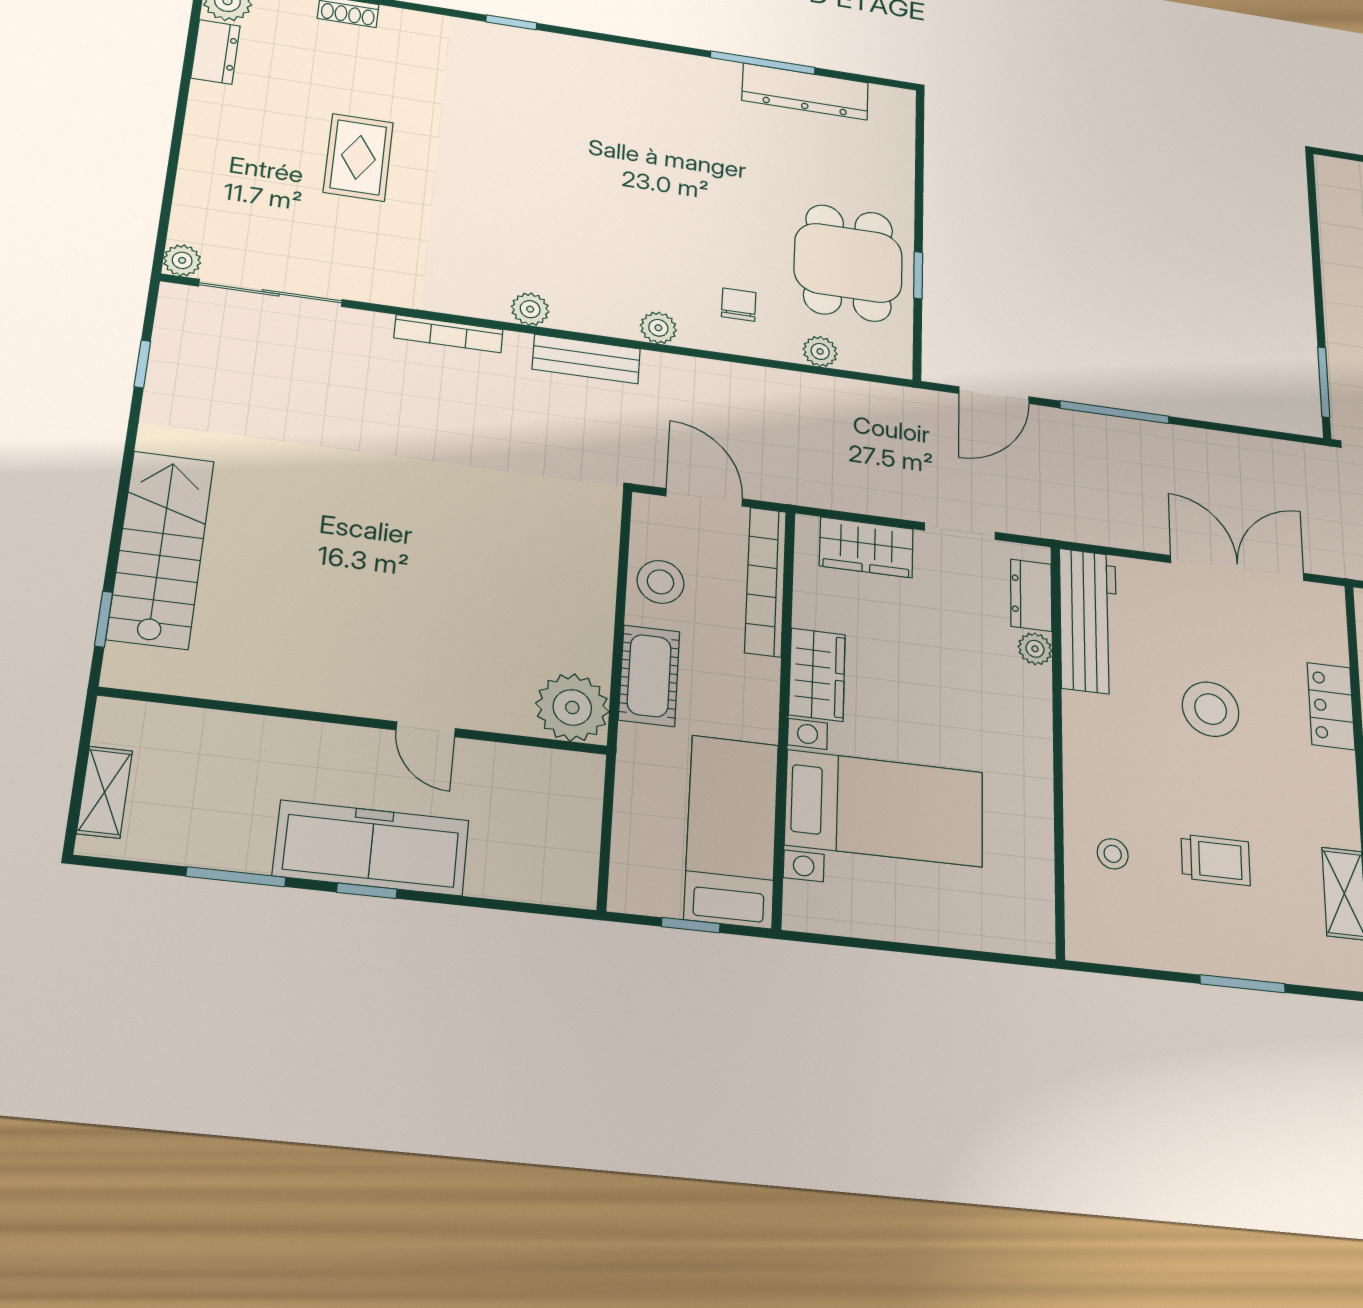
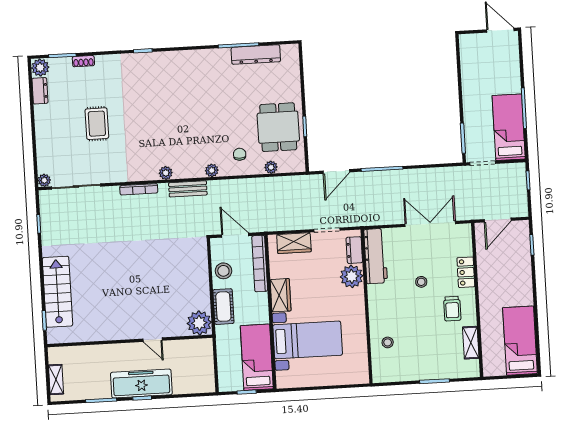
plant: (1035, 649) -> (352, 276), width x1.88, depth x1.88
stool: (1211, 709) -> (421, 282), width x0.53, depth x0.53
trolley: (1216, 860) -> (452, 309), moved, turned 90

